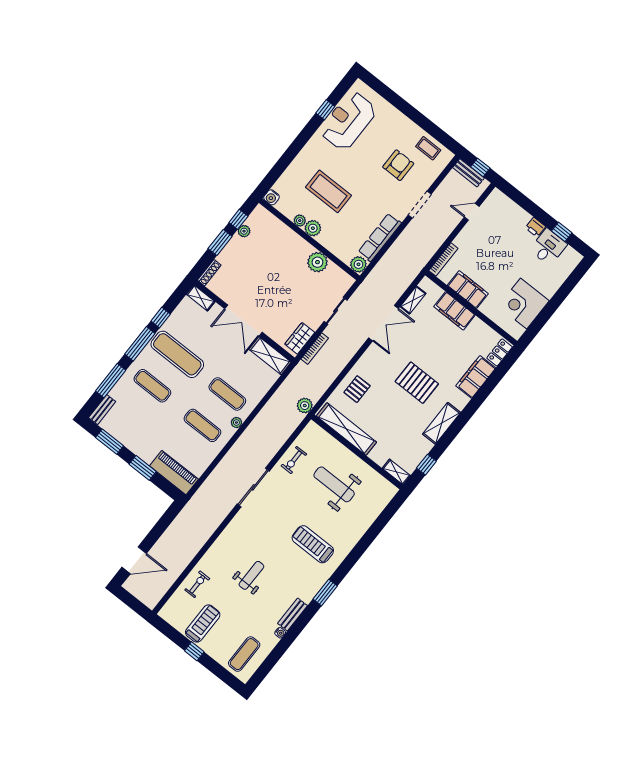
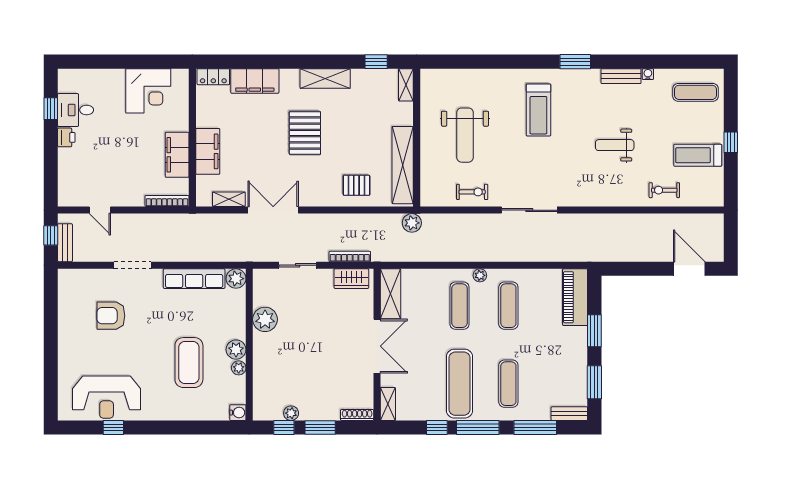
coffee table: (428, 148) -> (72, 300), removed

